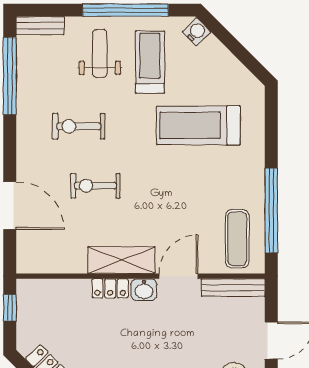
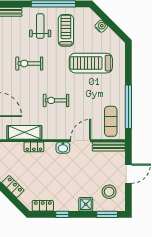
water cooler: (197, 32) -> (101, 26), moved
exercise bike: (95, 186) -> (56, 100), moved
shelving: (121, 260) -> (24, 132), moved
locker: (110, 288) -> (34, 147), moved

